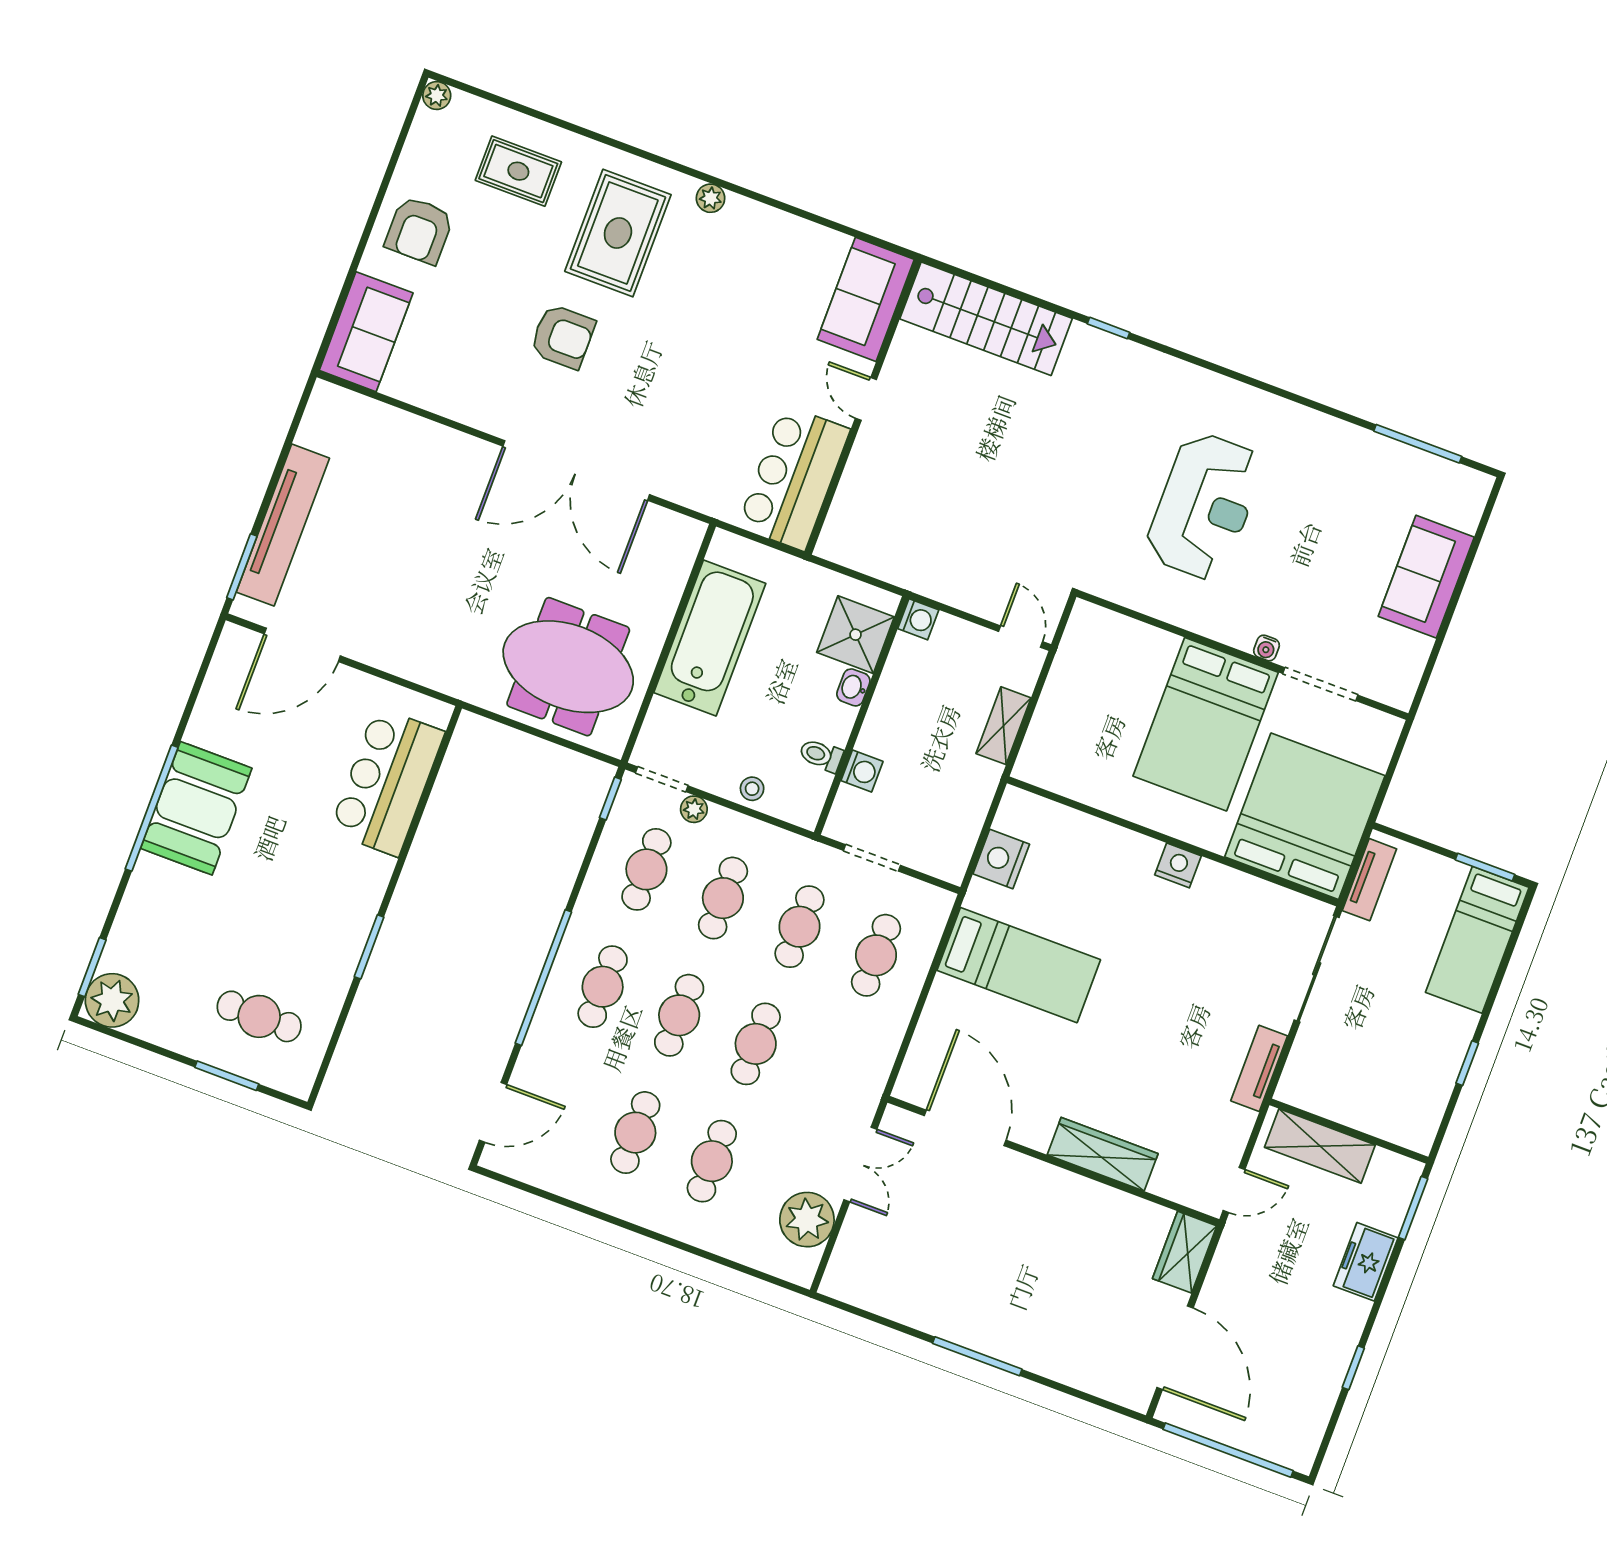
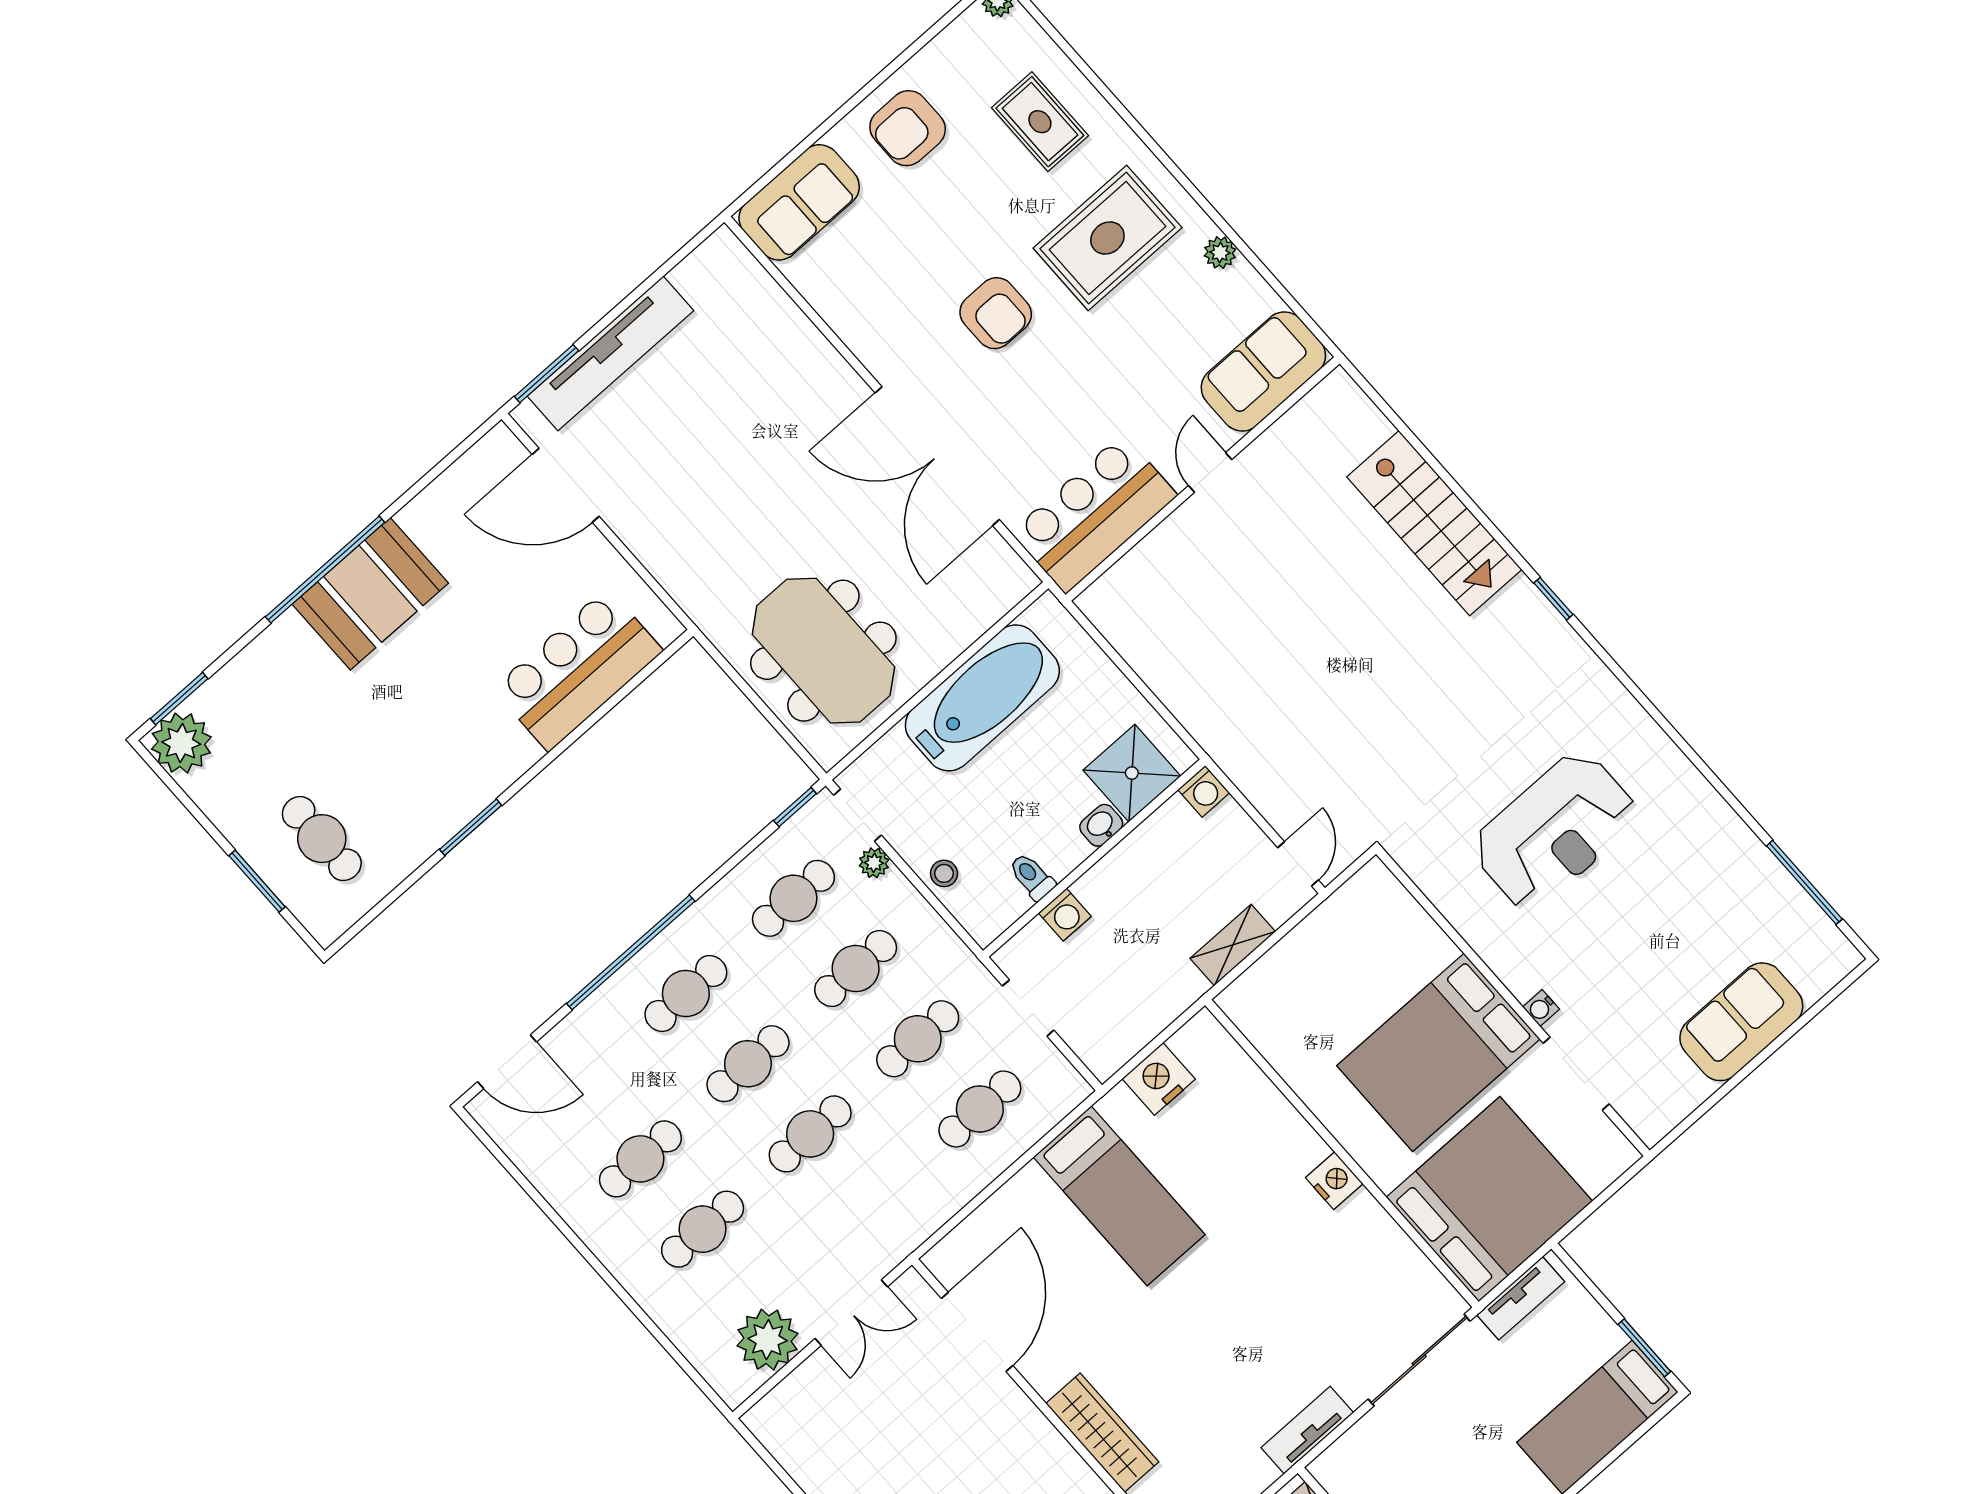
sofa: (866, 299) -> (1263, 372), moved
door: (866, 399) -> (1210, 473), moved
wall: (863, 407) -> (1203, 479), moved
bar counter: (794, 478) -> (1094, 514), moved

